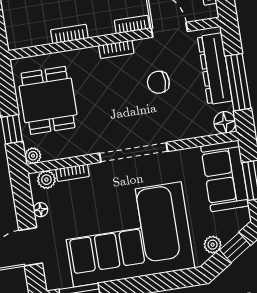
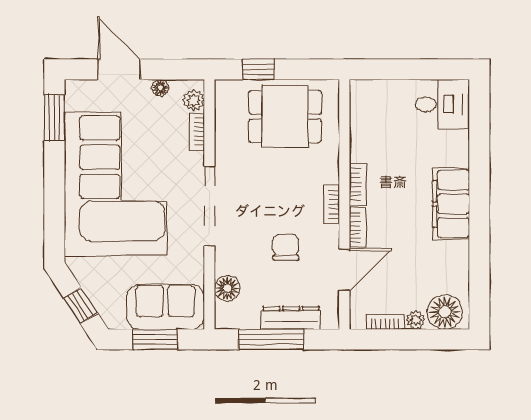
bookcase: (69, 34) -> (358, 184), moved
dresser: (215, 69) -> (291, 318), width x0.73, depth x0.80
floor lamp: (225, 122) -> (227, 288), moved
plant: (33, 156) -> (224, 89), removed
plant: (213, 245) -> (88, 280), removed

